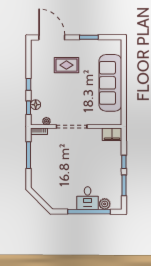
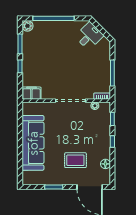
floor lamp: (36, 105) -> (105, 164), moved
desk: (88, 198) -> (89, 36), moved, turned 45
plant: (105, 204) -> (27, 26), moved

